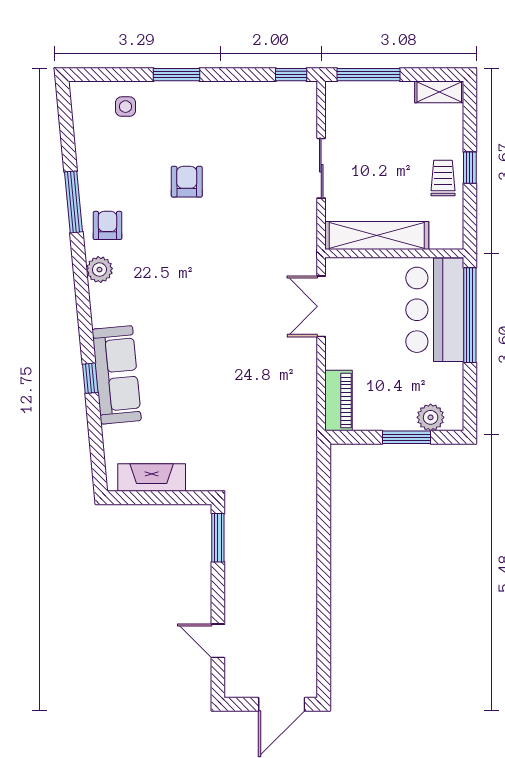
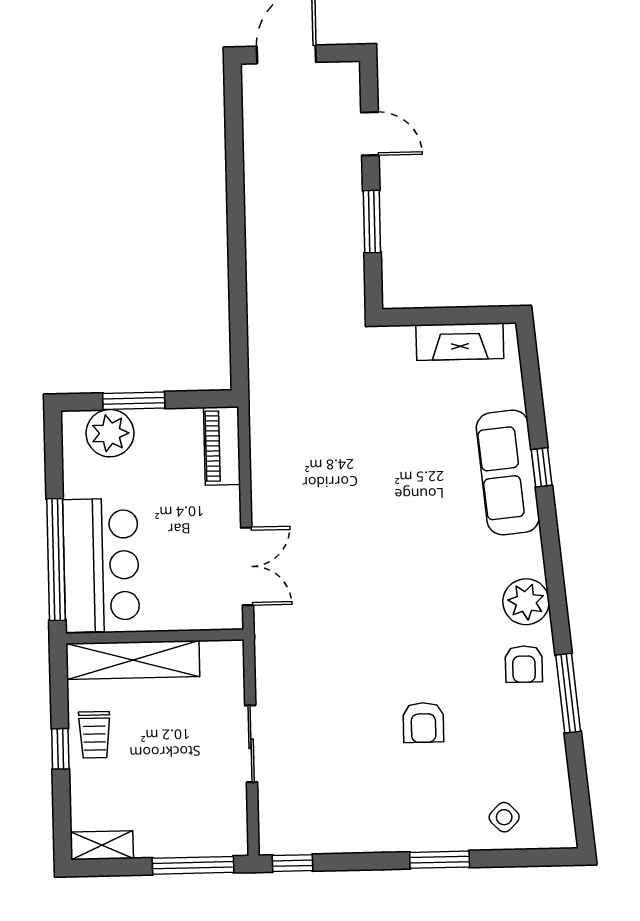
side table: (126, 107) -> (504, 817), turned 45
shelving: (377, 236) -> (133, 660), moved
plant: (99, 270) -> (526, 602), width x1.36, depth x1.36
plant: (431, 417) -> (110, 433), width x1.36, depth x1.36
window: (218, 538) -> (372, 222), moved

